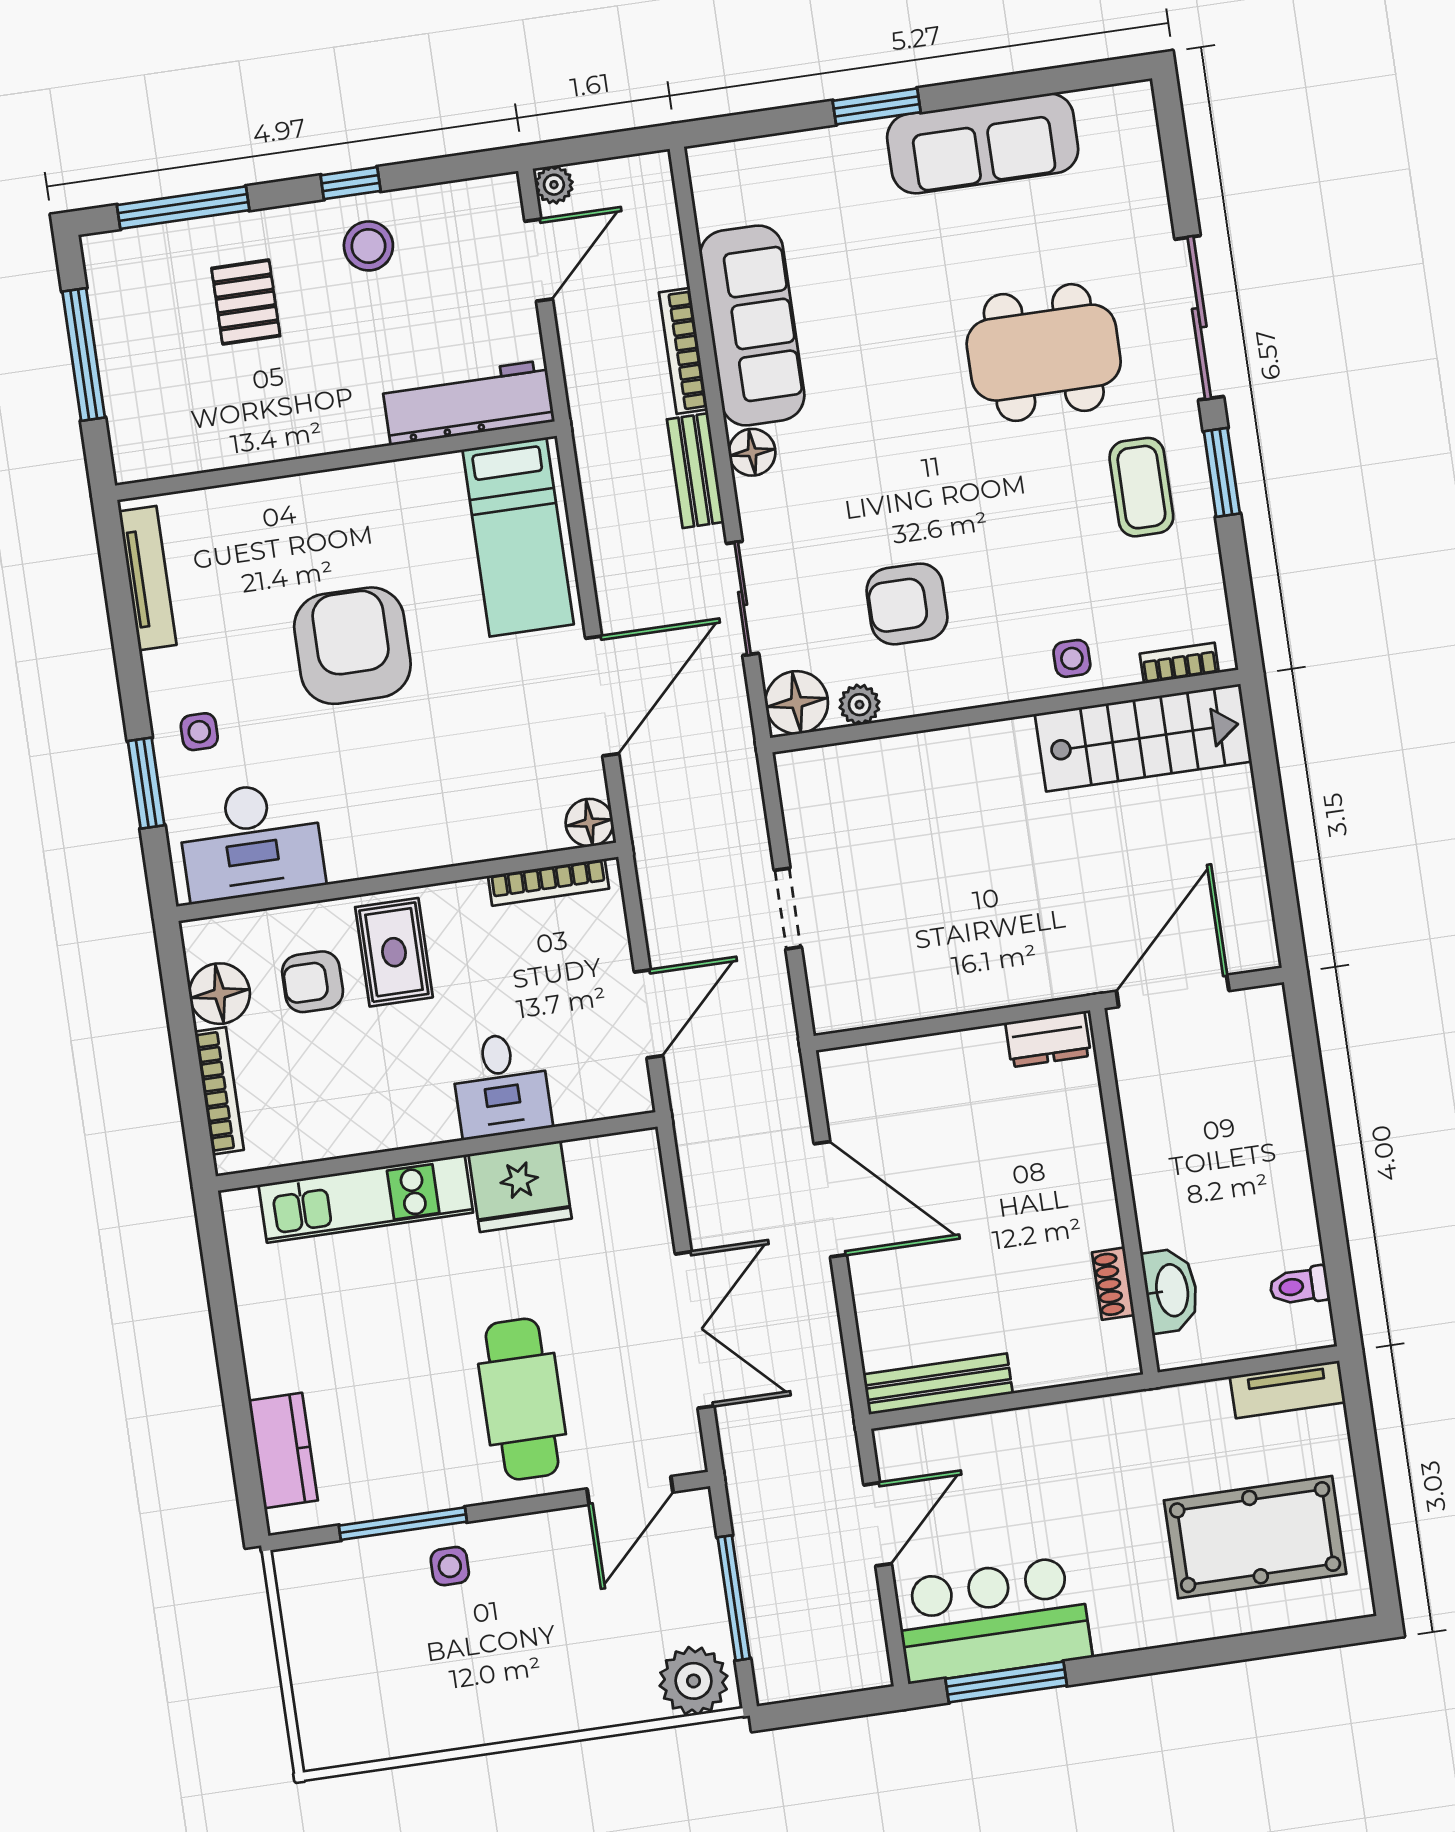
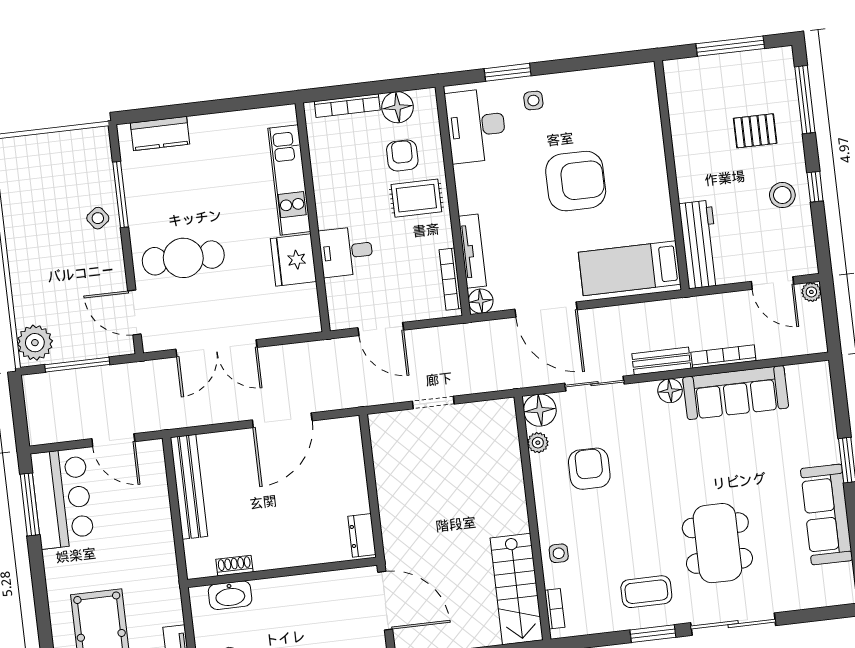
tv unit: (148, 578) -> (472, 251), moved, turned -90
bench: (938, 1384) -> (189, 487), width x1.37, depth x1.21
side table: (450, 1566) -> (98, 218), turned -36

